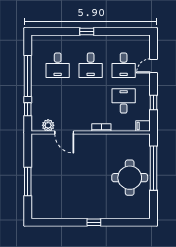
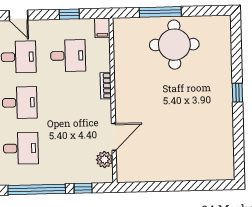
desk: (124, 101) -> (68, 56), turned 180
window: (154, 168) -> (160, 12), width x0.68
window: (28, 182) -> (183, 186), removed

